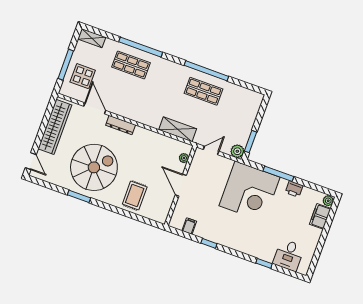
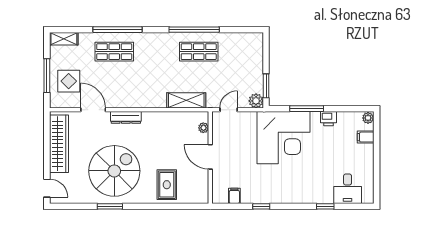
filing cabinet: (320, 216) -> (366, 137), width x0.50

